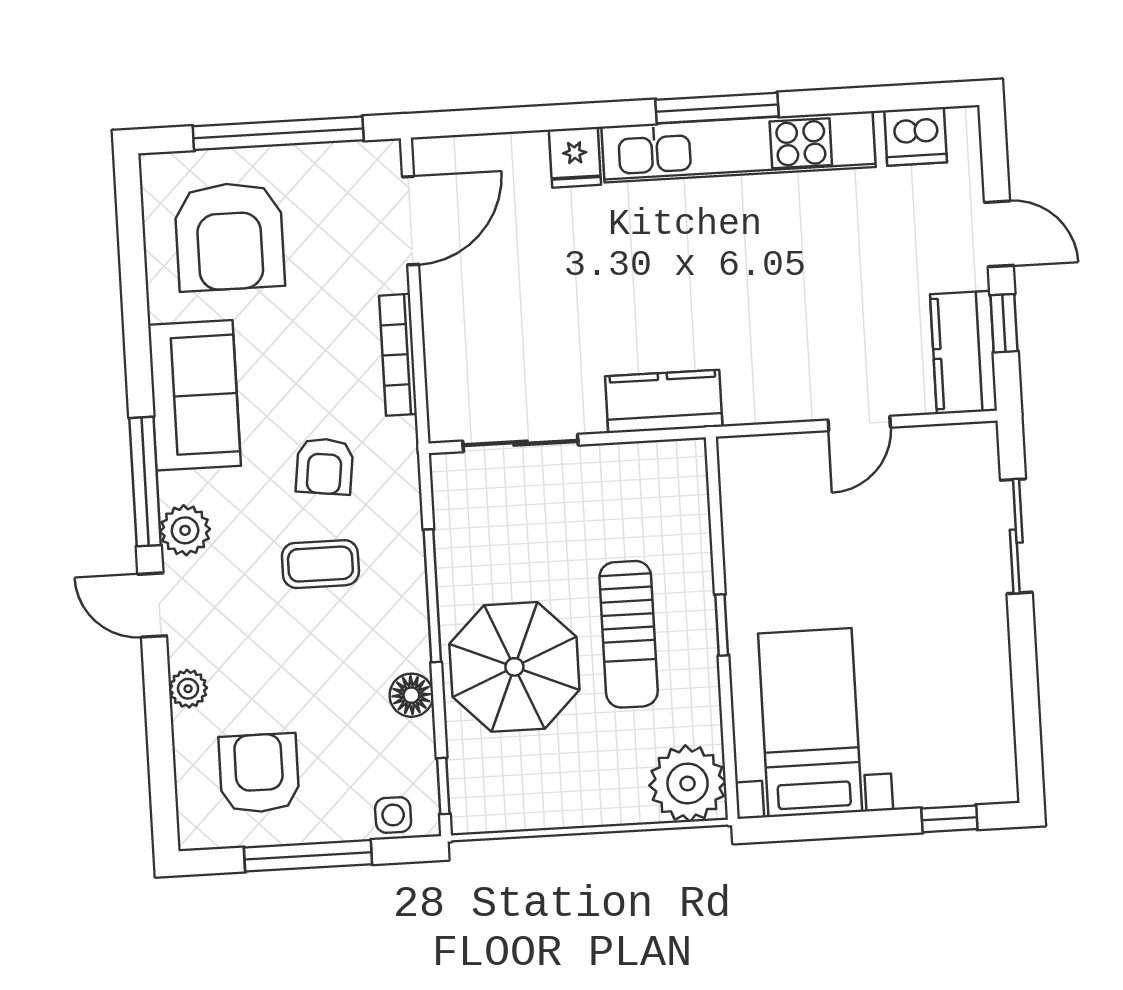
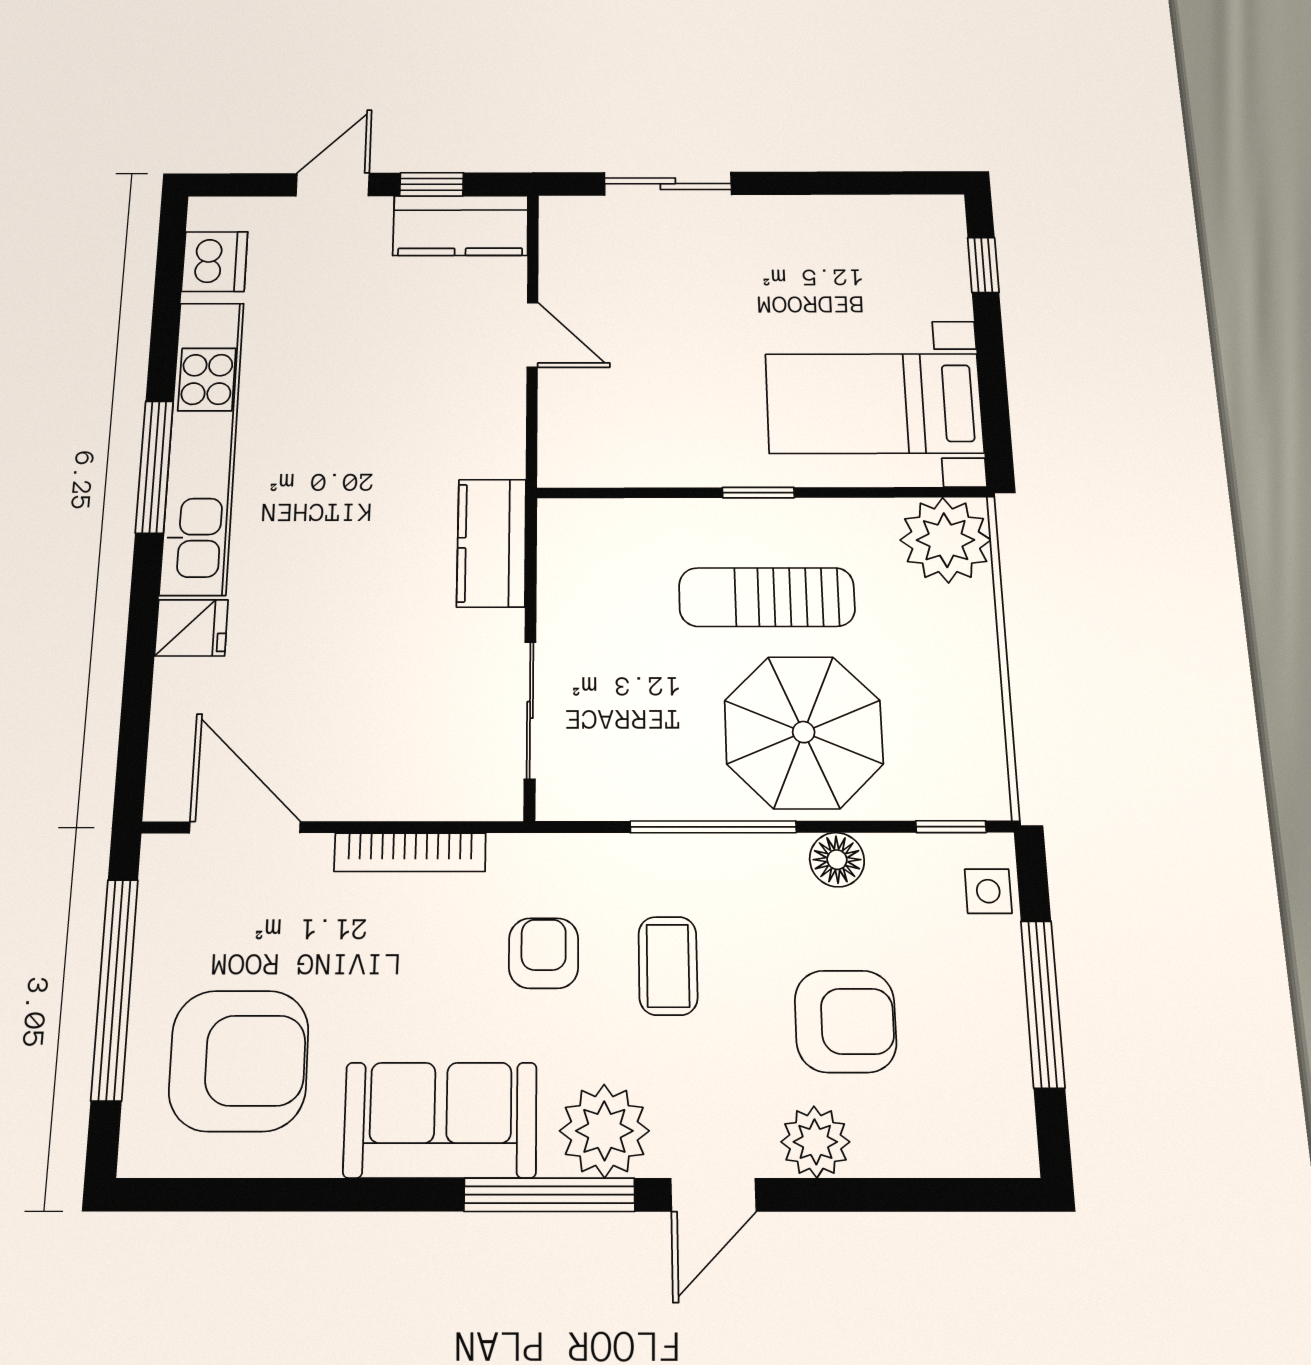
armchair: (325, 466) -> (544, 953), turned -97
plant: (185, 530) -> (604, 1131), width x1.36, depth x1.36
sun lounger: (629, 634) -> (767, 597), turned 180
plant: (188, 689) -> (815, 1142), width x1.38, depth x1.38
armchair: (259, 773) -> (845, 1021), moved, turned 180

